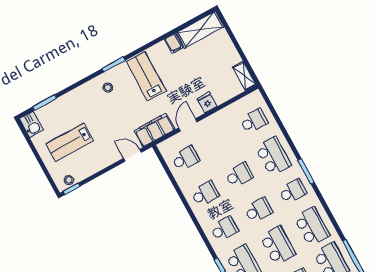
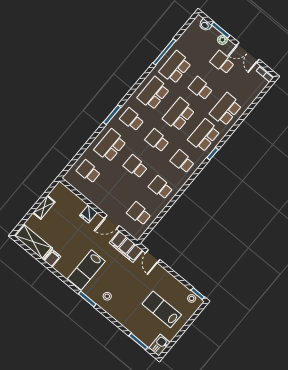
shelving: (244, 76) -> (44, 207), moved
lab bench: (70, 142) -> (162, 309), turned 180

